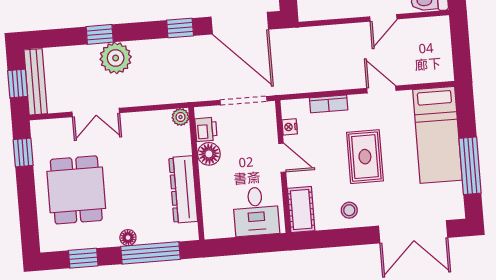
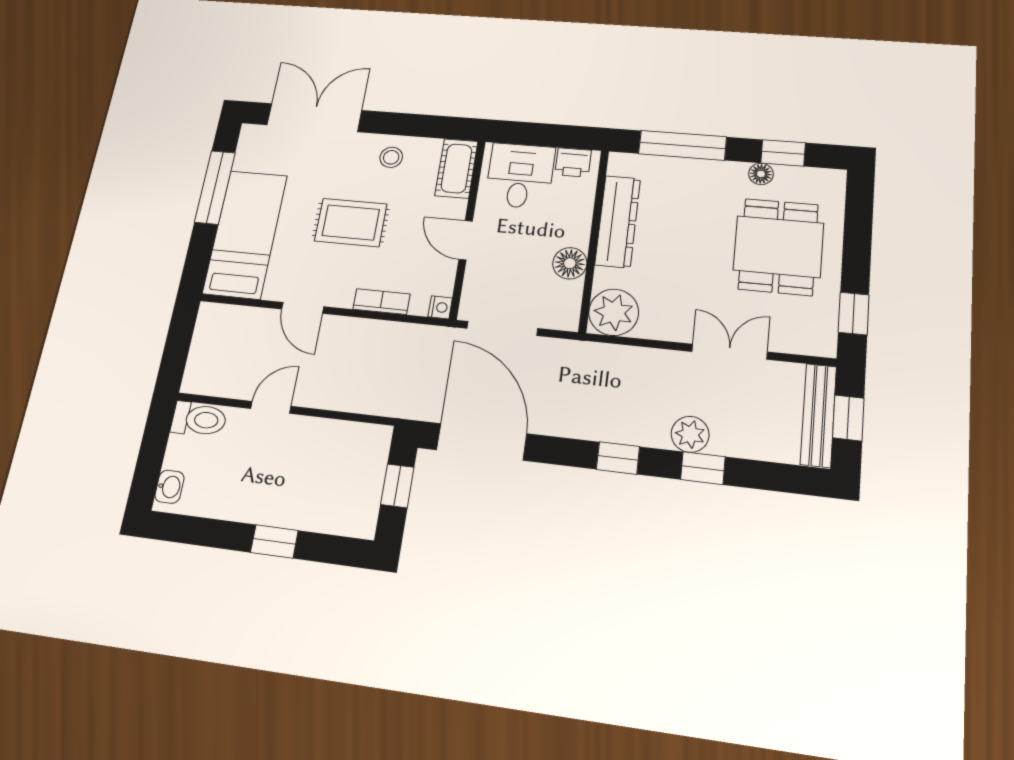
window: (180, 28) -> (618, 458), moved
plant: (116, 58) -> (690, 434), width x0.73, depth x0.73
plant: (180, 117) -> (614, 312), width x1.88, depth x1.88
nightstand: (290, 127) -> (440, 307), moved
printer: (206, 129) -> (573, 162), moved, turned -90
rug: (365, 157) -> (351, 222), turned 90
floor lamp: (128, 238) -> (761, 174), moved

